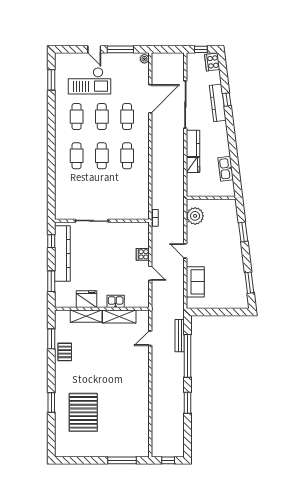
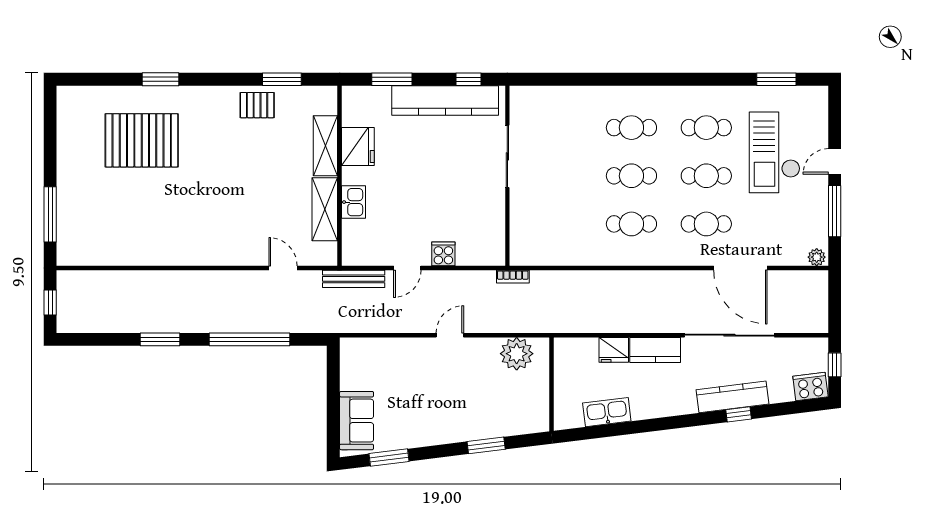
sofa: (195, 282) -> (357, 421), moved, turned -90
bench: (180, 336) -> (354, 279), moved

